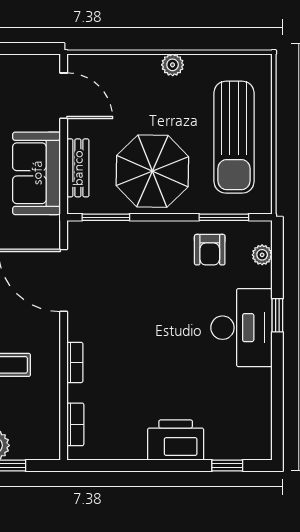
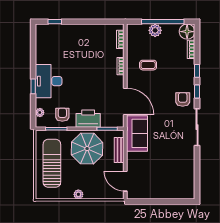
sofa: (37, 173) -> (137, 133), moved
printer: (176, 440) -> (88, 119), moved, turned 180

